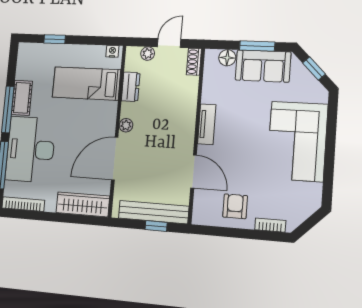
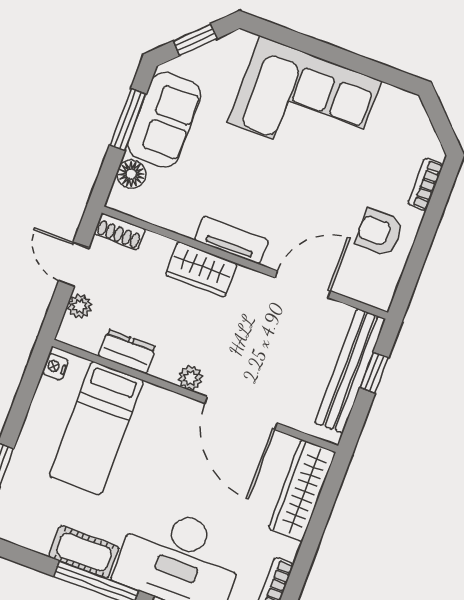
wardrobe: (186, 113) -> (201, 269), added

